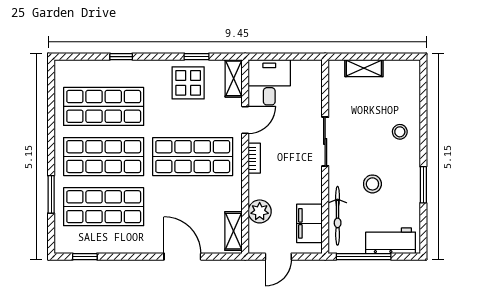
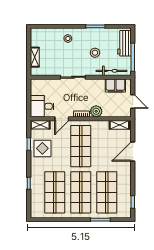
door: (245, 120) -> (62, 119), swing flipped
plant: (260, 211) -> (96, 111), moved

